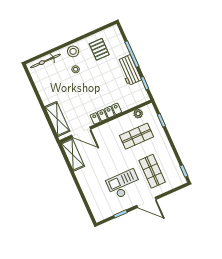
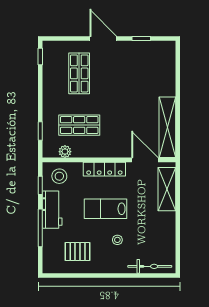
pallet: (99, 49) -> (78, 252), turned 90
stool: (73, 51) -> (59, 176), moved
lab bench: (93, 87) -> (106, 209), added
shelving: (73, 155) -> (167, 127), width x1.47
checkout: (124, 184) -> (121, 73), removed

